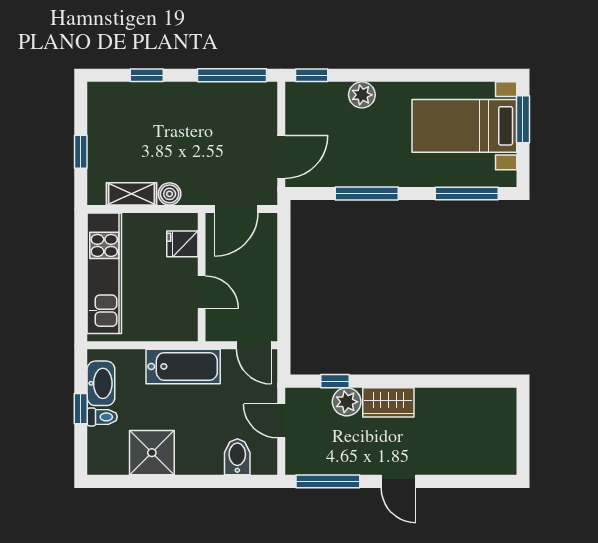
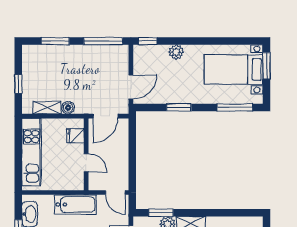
window: (147, 75) -> (55, 41), width x1.50
window: (367, 193) -> (179, 107), width x0.69
window: (335, 381) -> (161, 213), width x1.50

